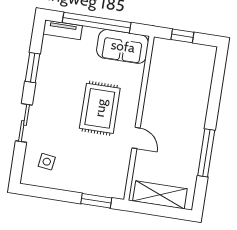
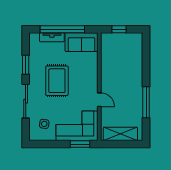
tv unit: (63, 30) -> (52, 37), moved
rug: (100, 108) -> (57, 81), moved
sliding door: (24, 123) -> (26, 101), width x1.37
corner sofa: (96, 172) -> (77, 126), added

